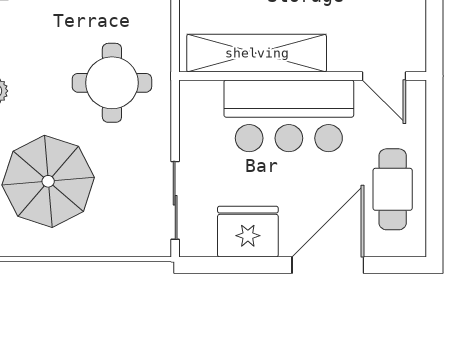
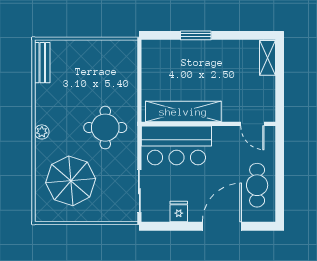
bar counter: (289, 116) -> (176, 145), moved
fridge: (248, 232) -> (179, 212), width x0.53, depth x0.75

